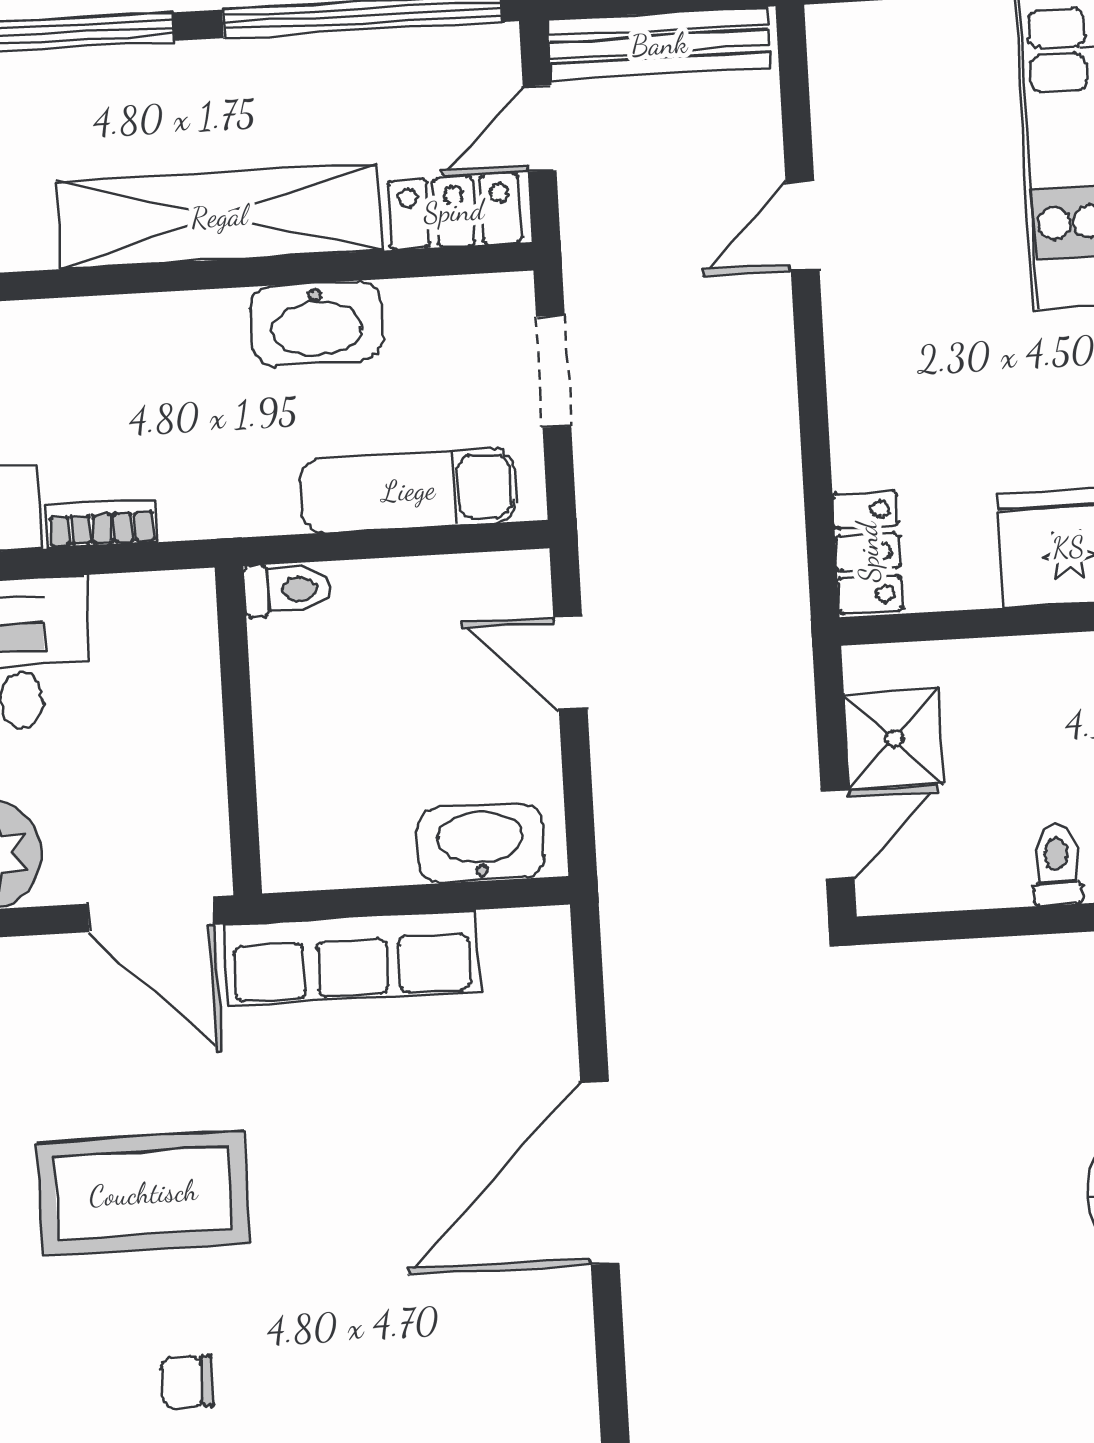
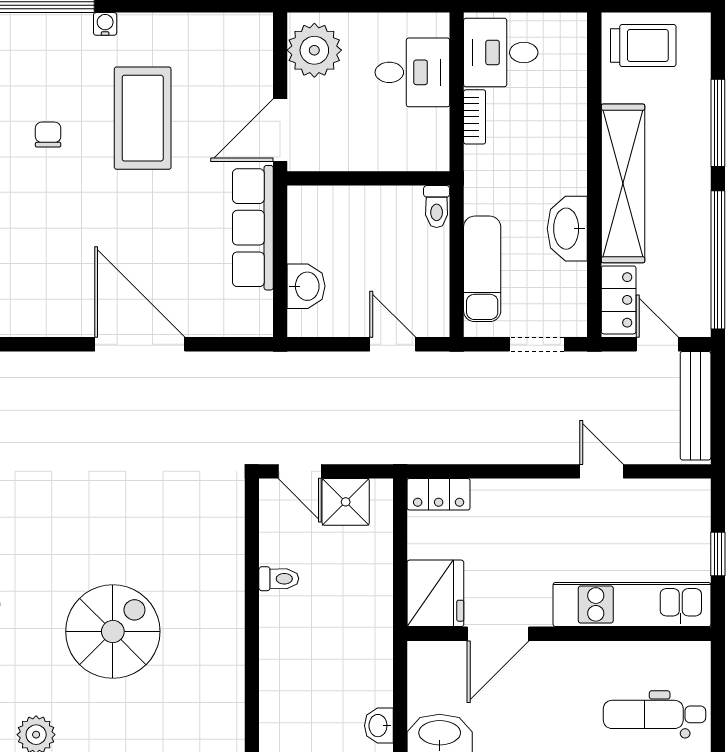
door: (570, 662) -> (393, 344), hinge flipped
washbasin: (481, 843) -> (306, 286), width x0.72

